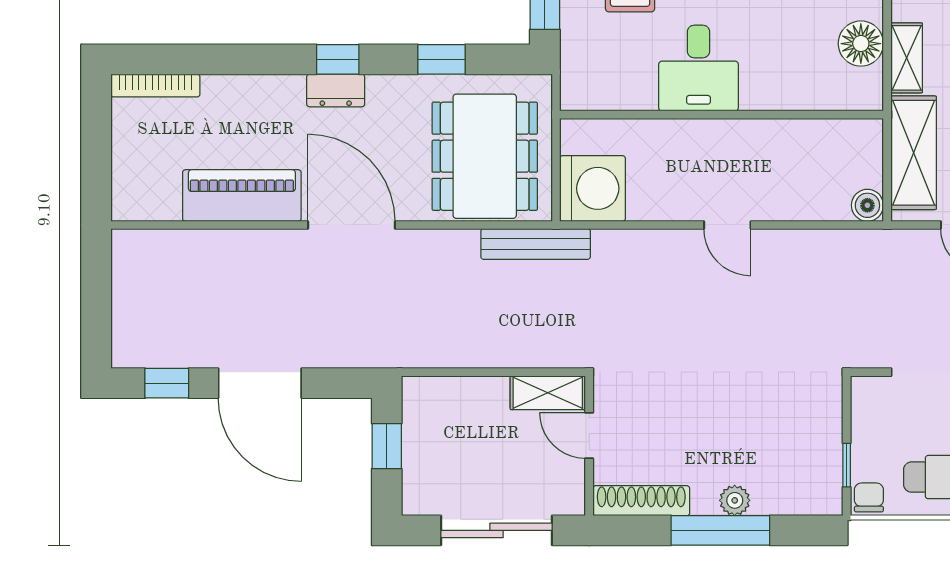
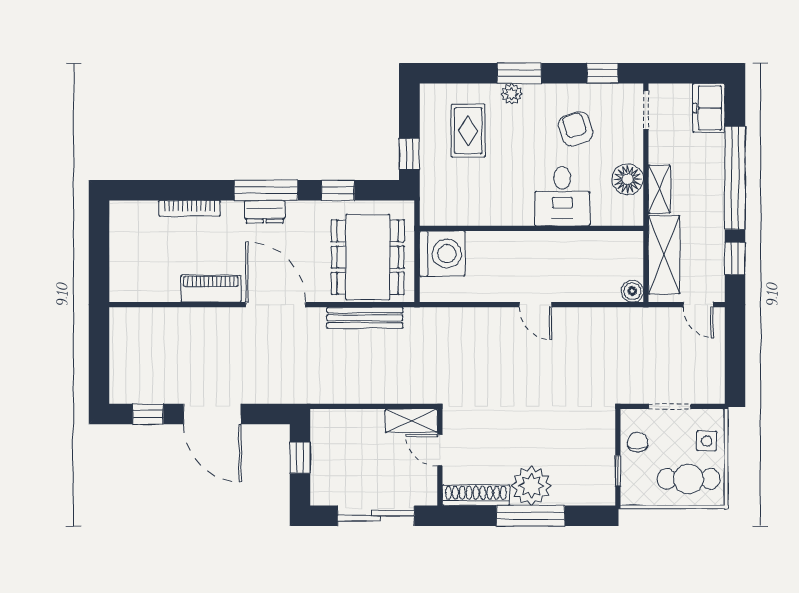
window: (338, 59) -> (266, 190), width x2.17
desk: (699, 68) -> (562, 196), moved
bookcase: (155, 86) -> (189, 208), moved
washing machine: (592, 188) -> (442, 254), moved
piano: (242, 196) -> (211, 289), width x0.73, depth x0.75
bench: (536, 244) -> (365, 318), moved
chair: (869, 497) -> (638, 442), moved
plant: (735, 500) -> (531, 486), width x1.87, depth x1.87

